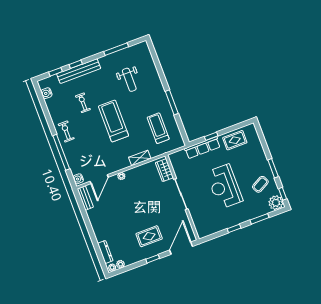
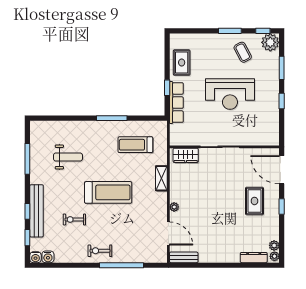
treadmill: (114, 121) -> (108, 192), turned 180
water cooler: (78, 179) -> (35, 257), moved

